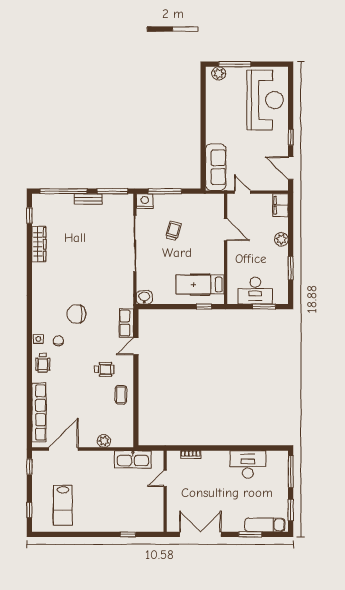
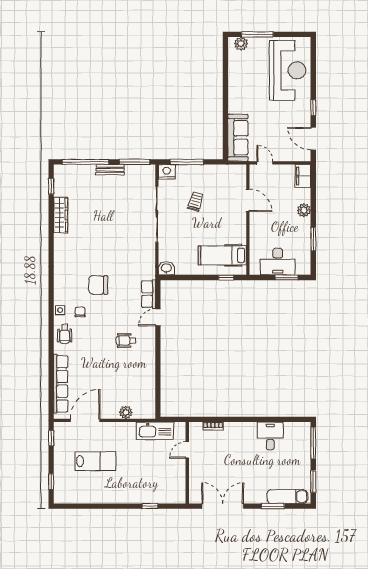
wheelchair: (104, 369) -> (126, 341), turned 180
coffee table: (121, 395) -> (143, 366), removed
desk: (248, 465) -> (270, 436), width x0.73
lab bench: (63, 505) -> (95, 461), moved, turned -90

